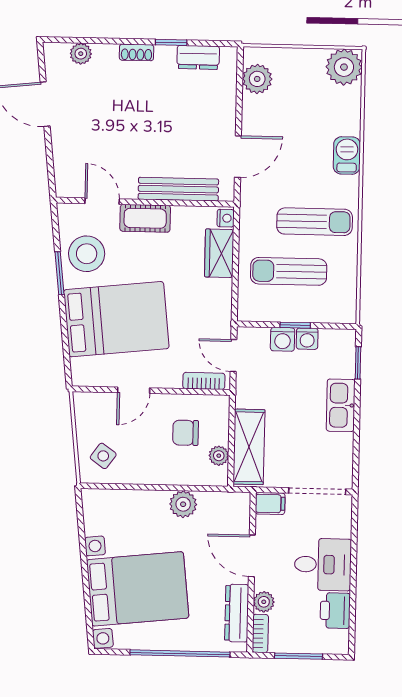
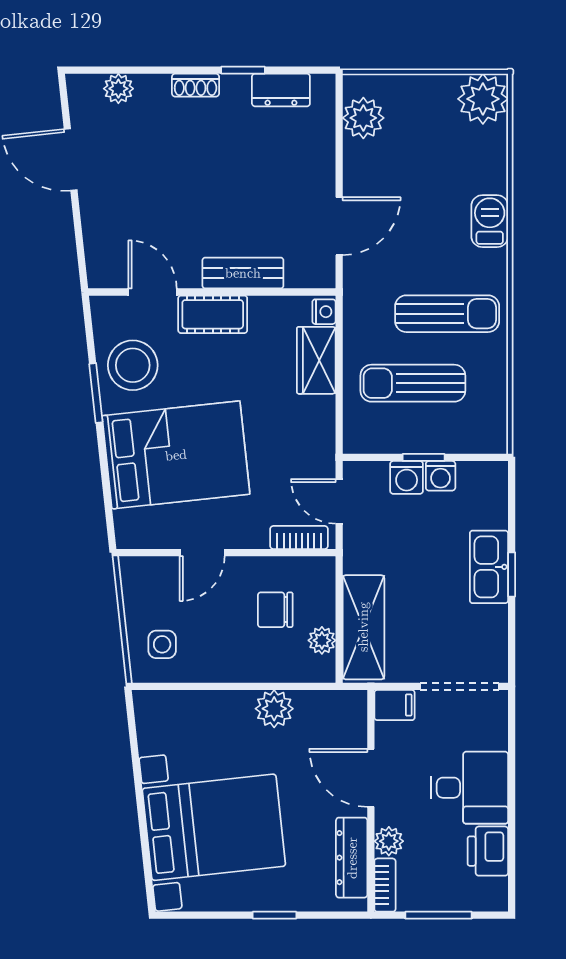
bench: (178, 189) -> (243, 273), width x0.73
window: (358, 363) -> (512, 574), moved
side table: (103, 456) -> (162, 644), turned -36
window: (180, 653) -> (275, 915), width x0.32

